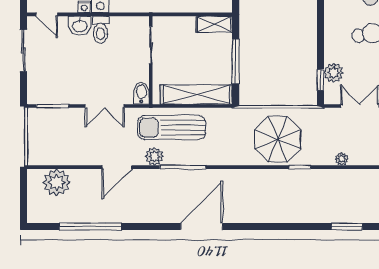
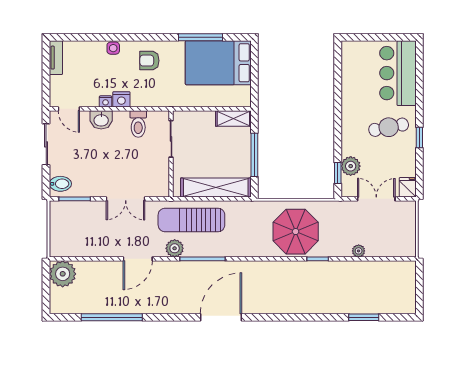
toilet: (101, 30) -> (138, 124), moved
bidet: (141, 93) -> (60, 184), moved, turned 90
plant: (57, 182) -> (63, 274), moved

